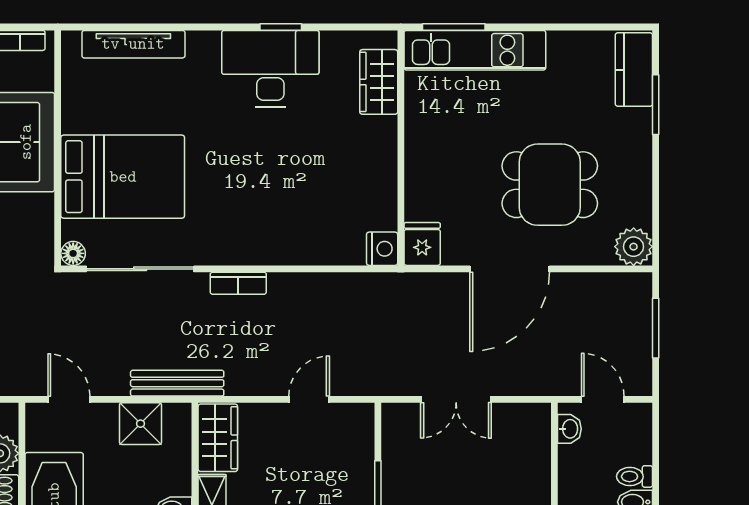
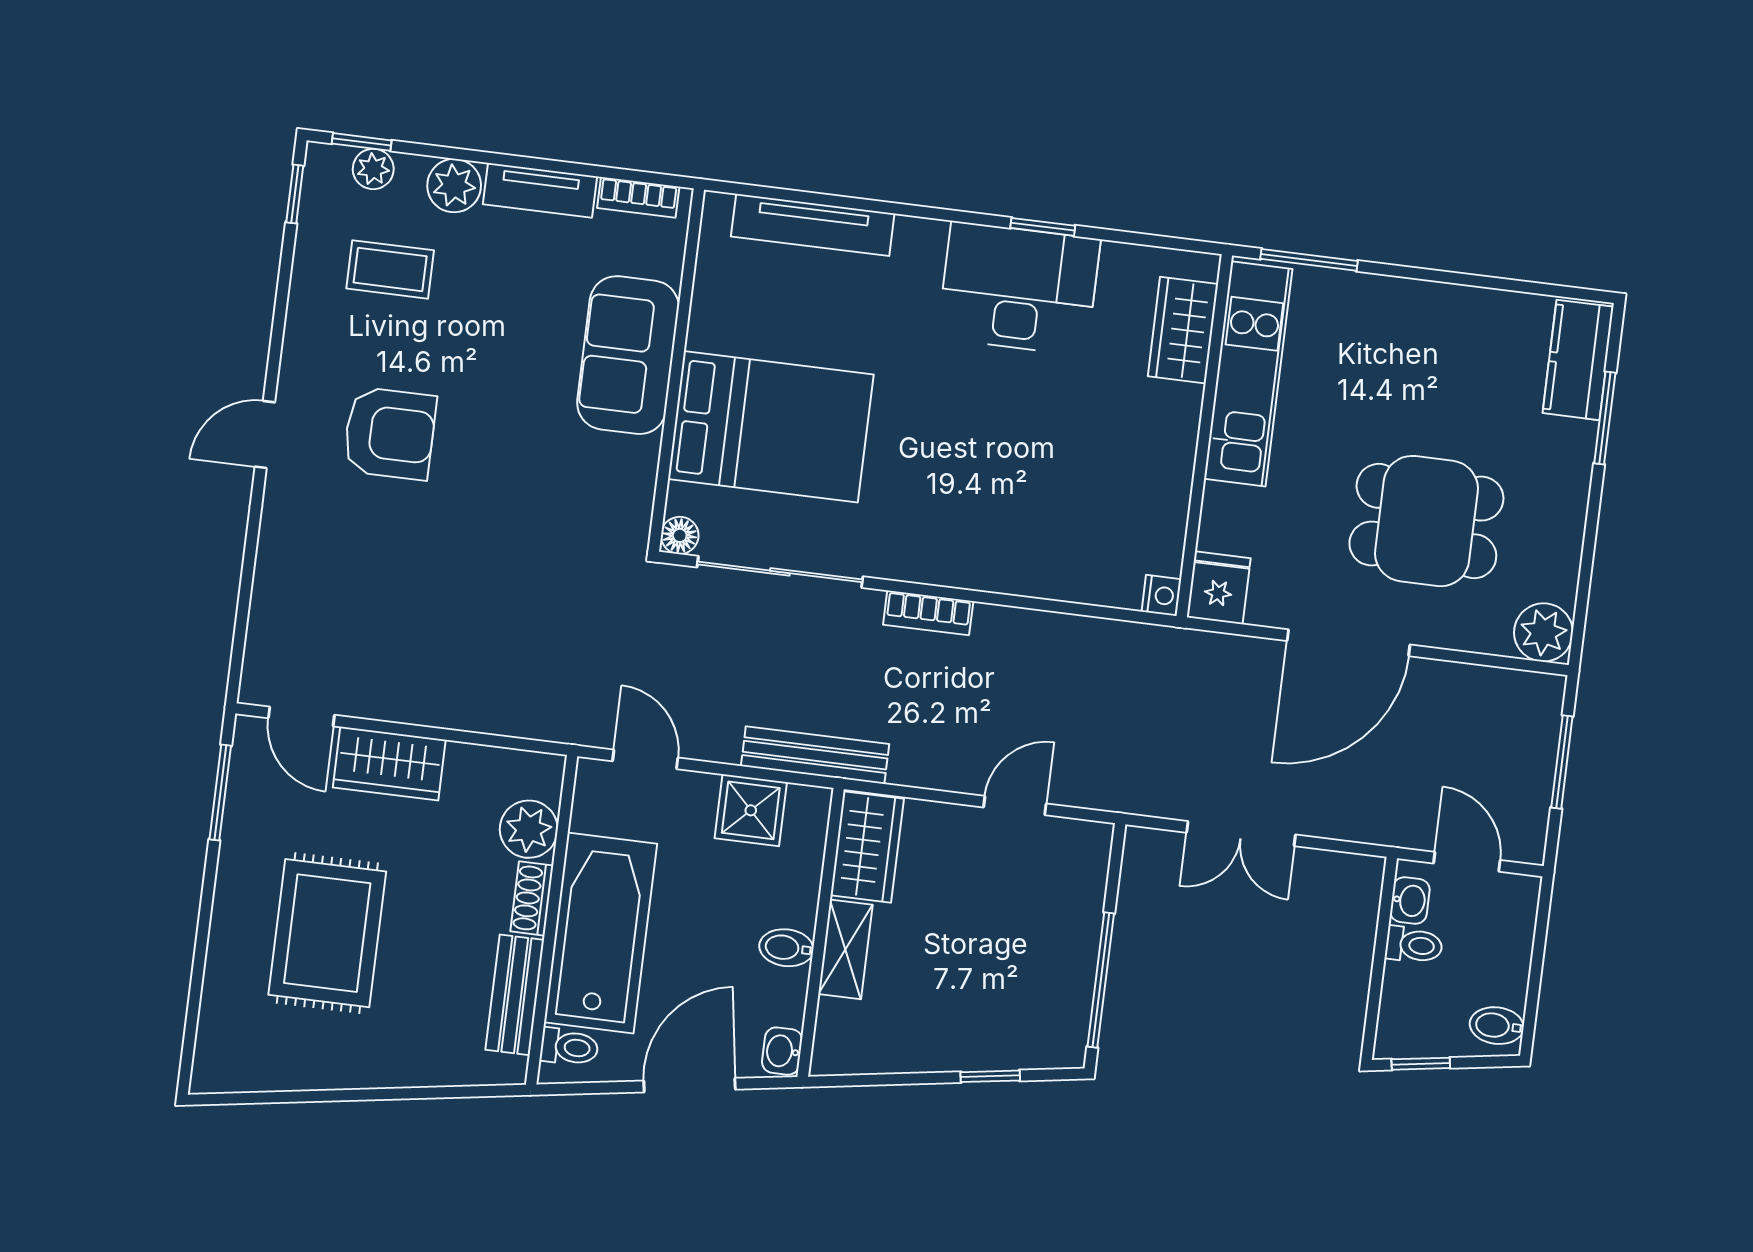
kitchen unit: (475, 50) -> (1248, 374), moved, turned -90
nightstand: (382, 249) -> (1161, 595), width x0.72, depth x0.74
toilet: (635, 476) -> (1414, 945), moved, turned 180

